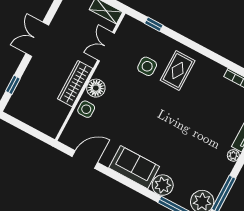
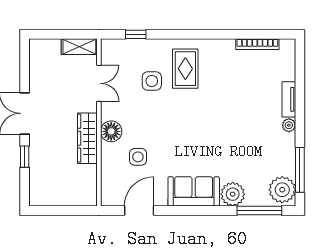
double door: (106, 47) -> (99, 83), swing flipped
window: (13, 85) -> (25, 157), moved
side table: (86, 109) -> (138, 157), moved

